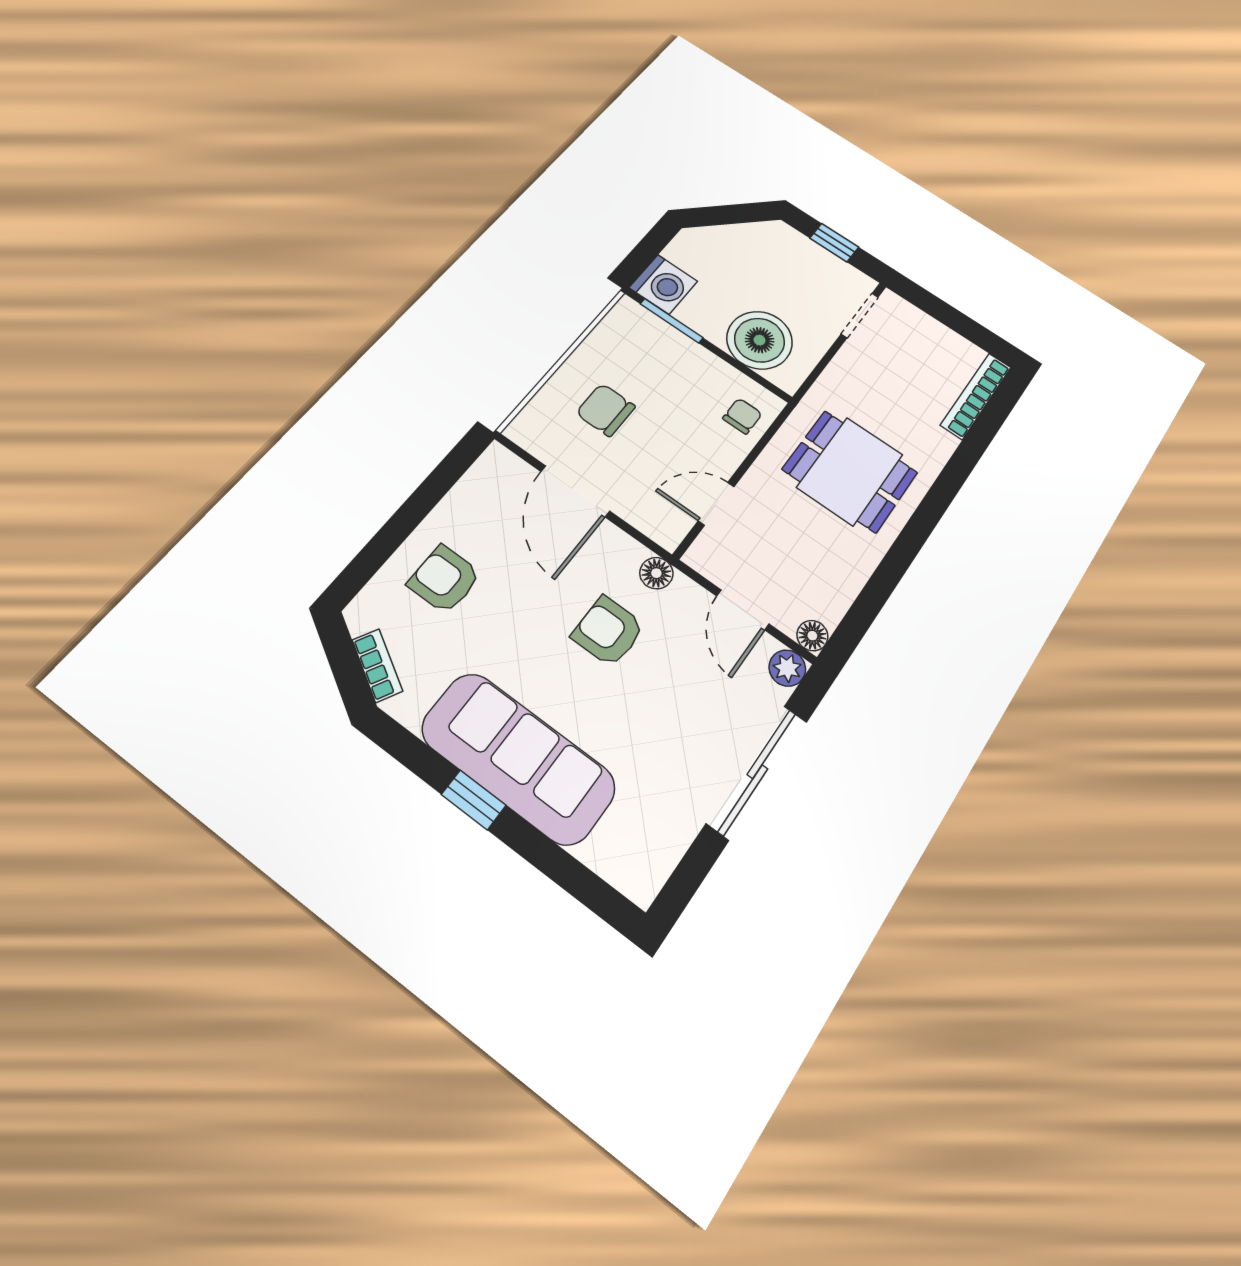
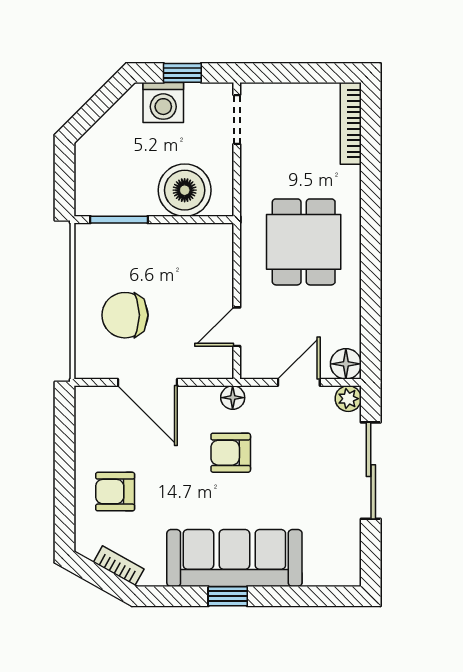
washing machine: (663, 284) -> (163, 103), moved, turned 90
chair: (606, 410) -> (125, 315), width x1.37, depth x1.37
chair: (742, 416) -> (212, 254), removed
dining table: (850, 471) -> (304, 242), turned 90
door: (743, 610) -> (299, 382), swing flipped
floor lamp: (812, 636) -> (346, 364), width x1.37, depth x1.37

